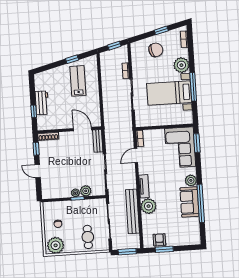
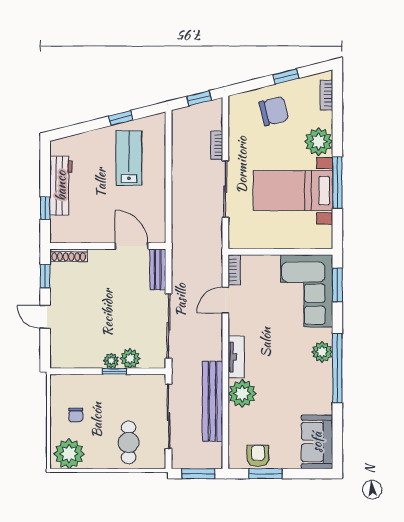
workbench: (42, 103) -> (61, 186), width x1.38
sofa: (189, 202) -> (317, 442), moved
window: (201, 203) -> (337, 368), moved

